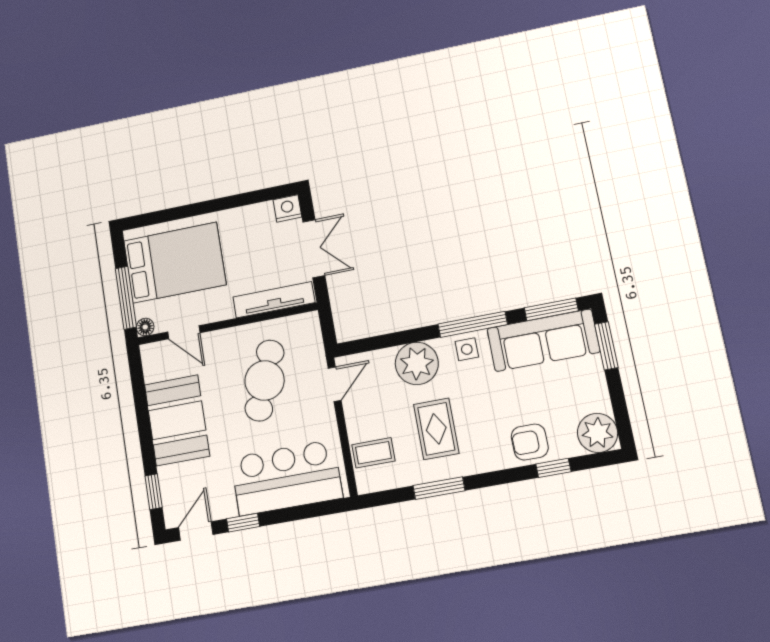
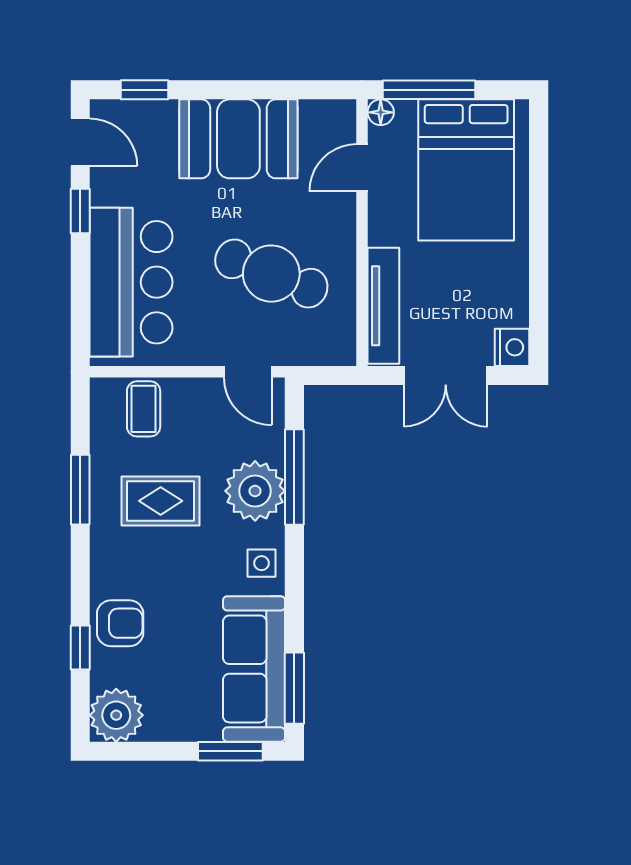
window: (473, 324) -> (294, 477), moved
armchair: (530, 442) -> (120, 623), turned 90

